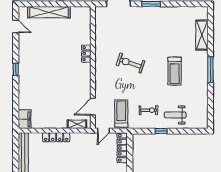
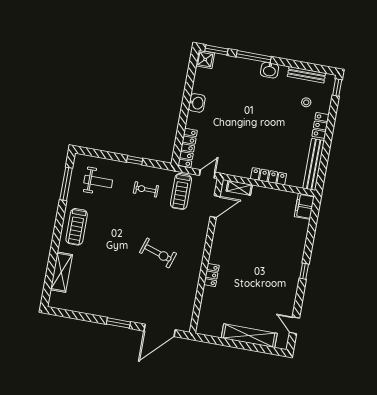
window: (210, 70) -> (66, 184), moved
treadmill: (175, 71) -> (77, 227), moved, turned 180
weight bench: (175, 115) -> (98, 182), moved

